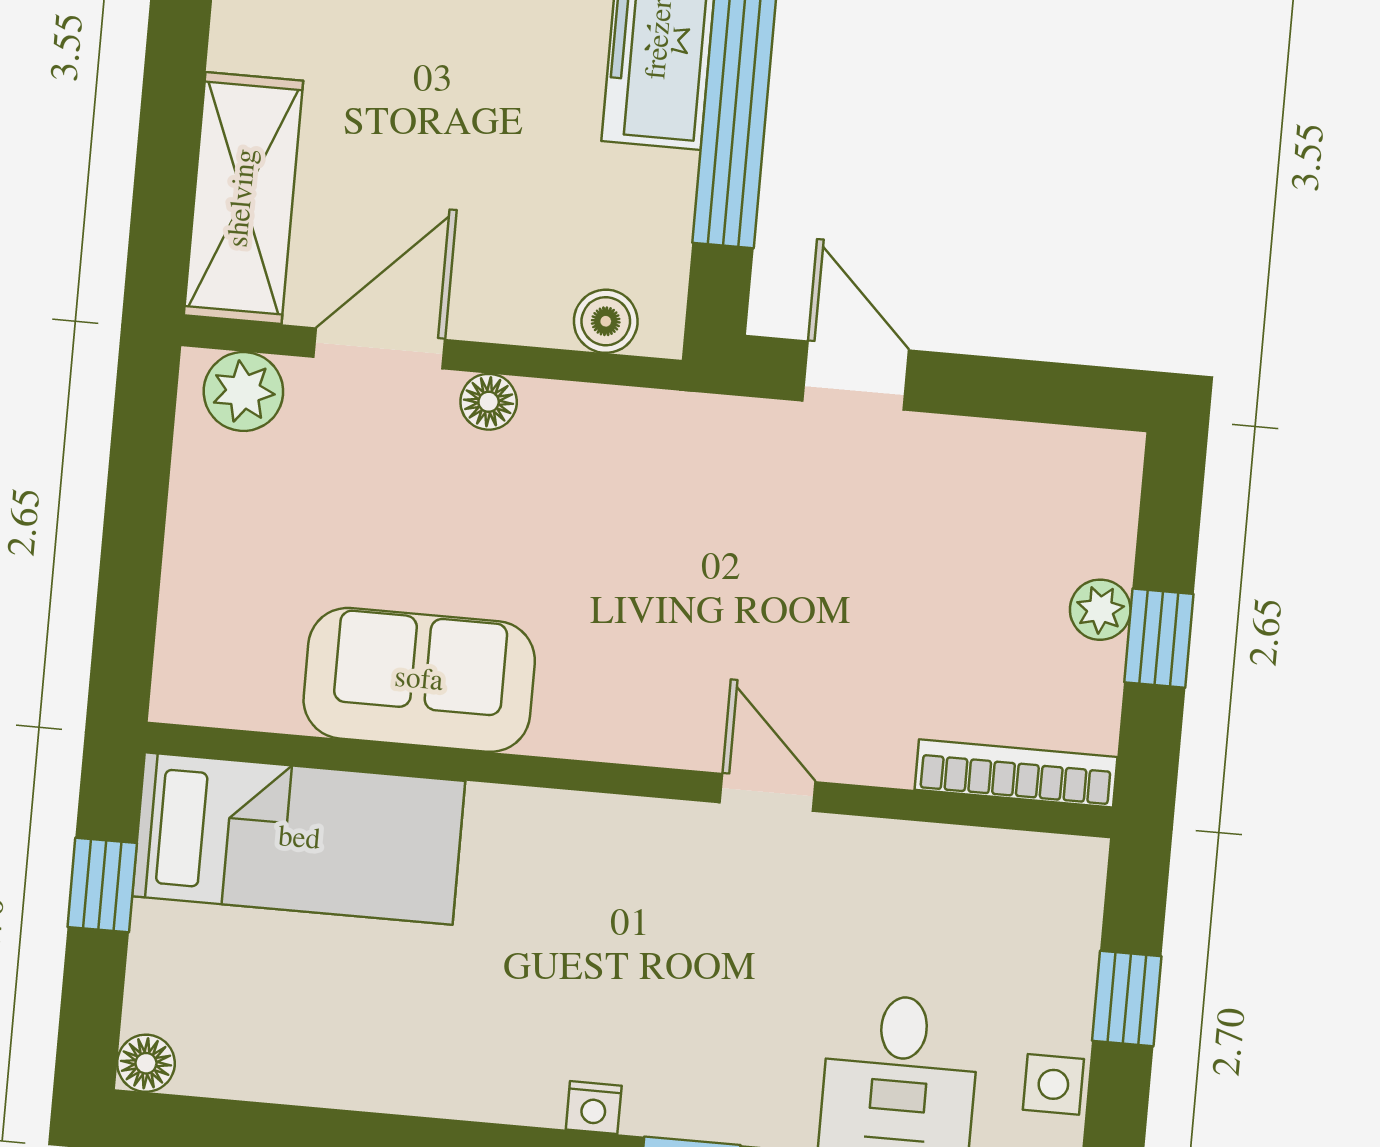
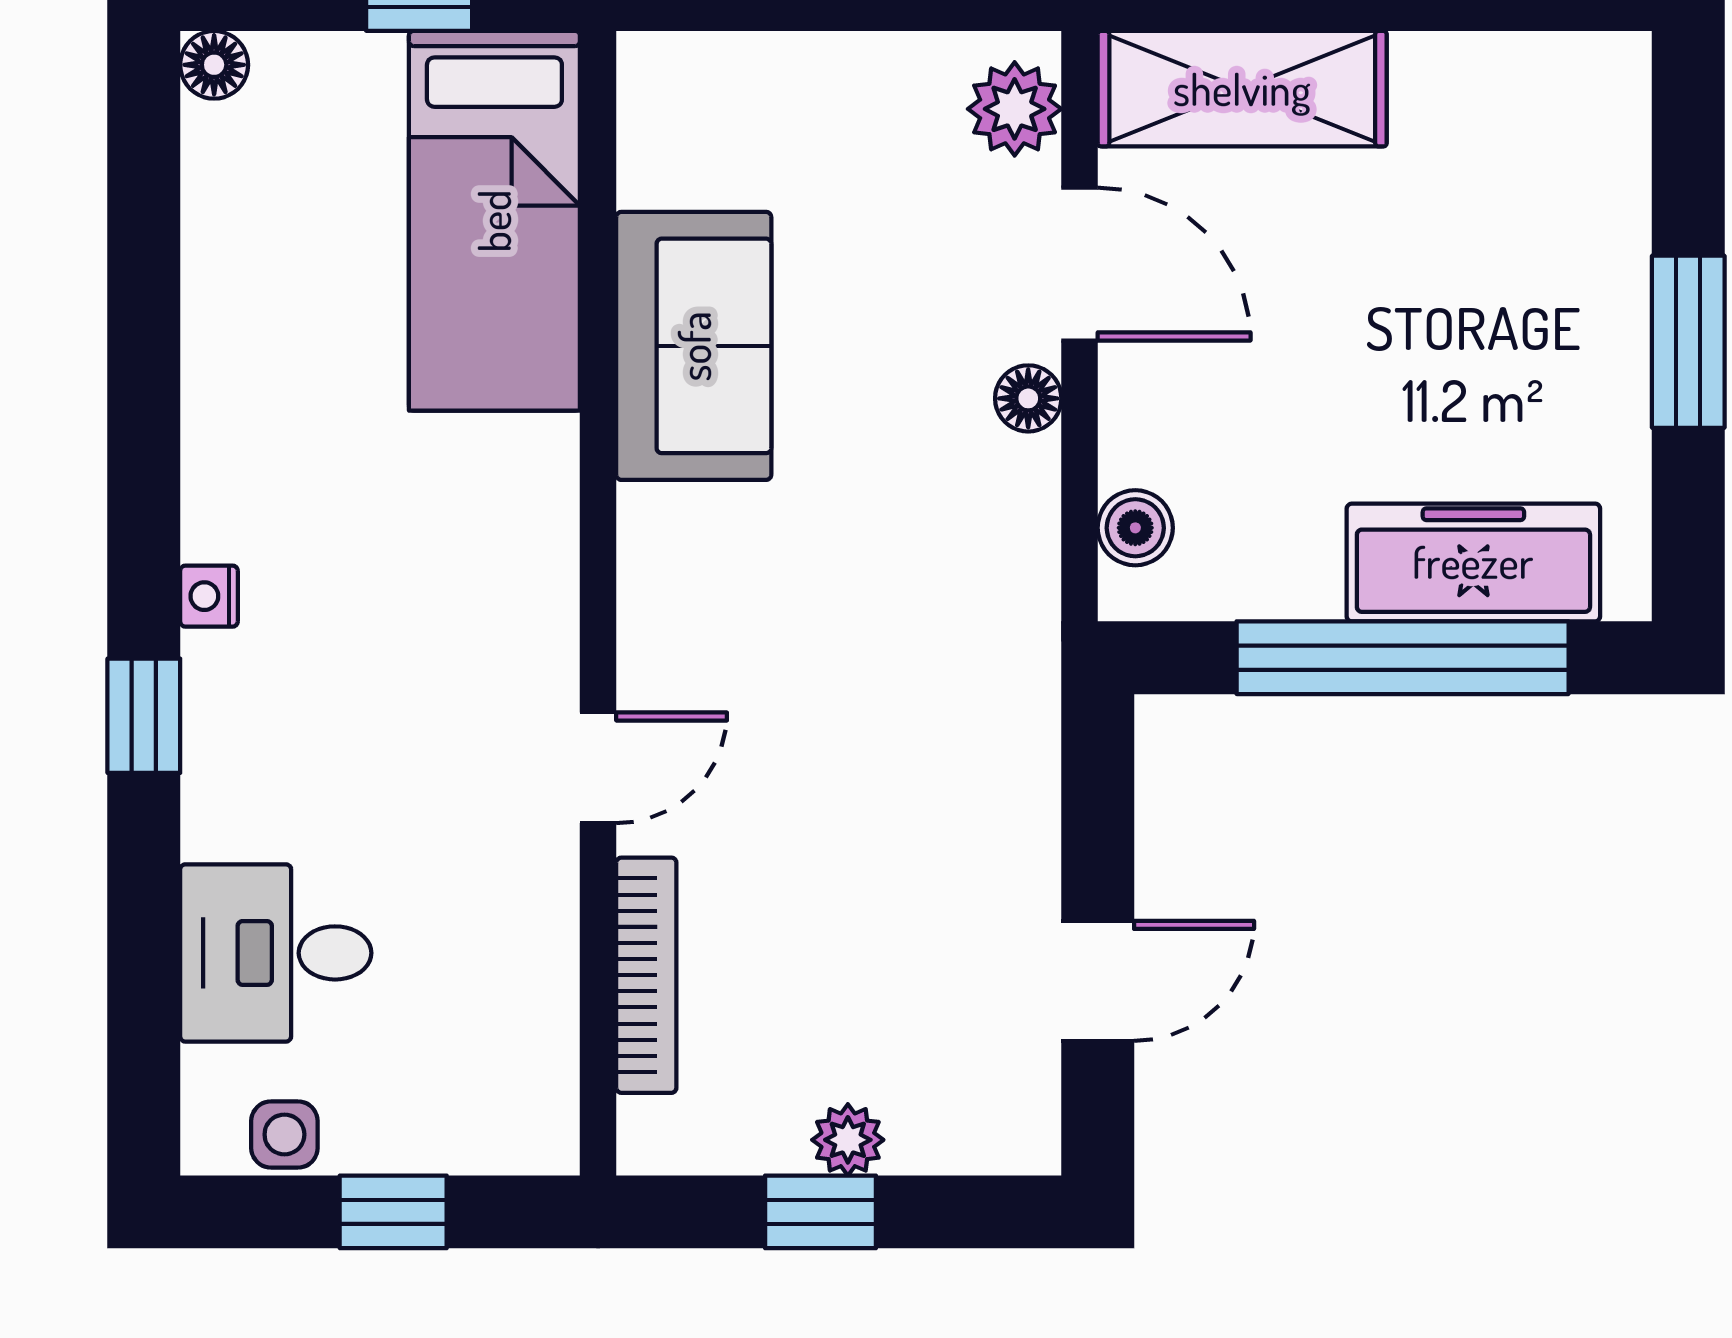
door: (856, 375) -> (1098, 981), moved
bookcase: (1016, 773) -> (646, 975), moved

